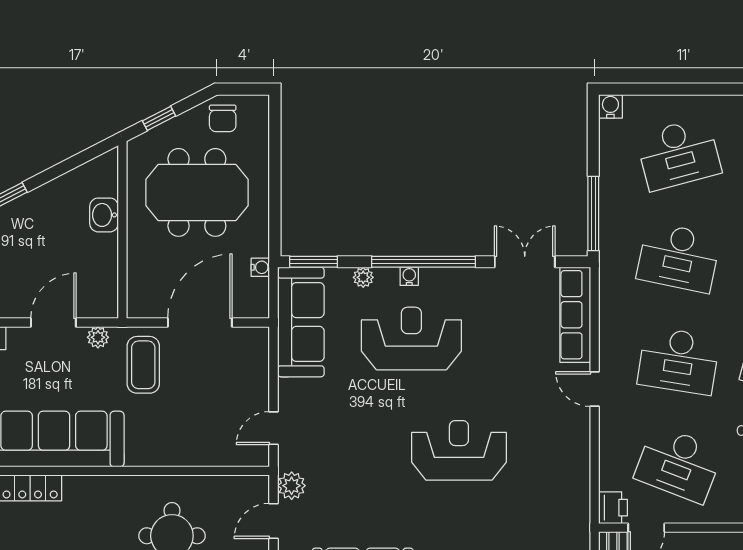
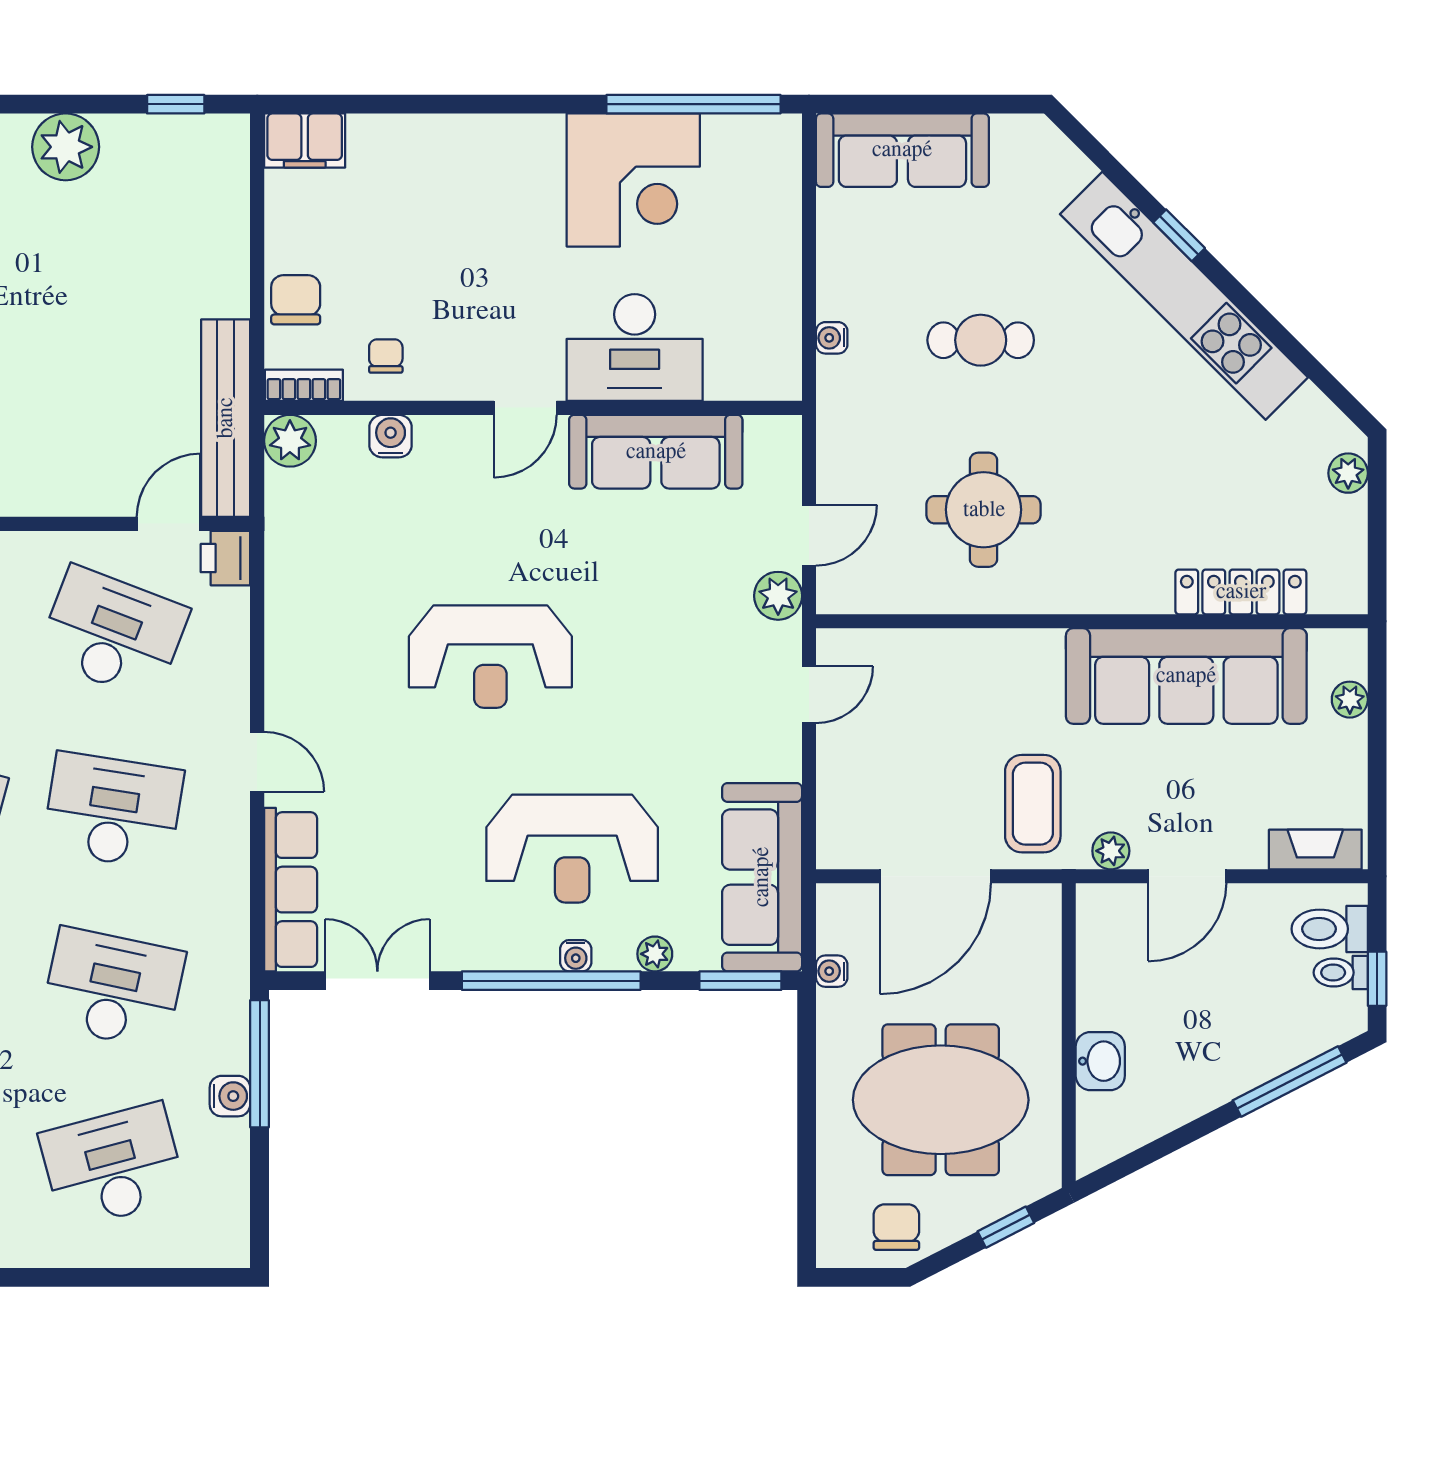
water cooler: (610, 106) -> (230, 1096), moved, turned -90
double door: (525, 262) -> (377, 981), swing flipped

